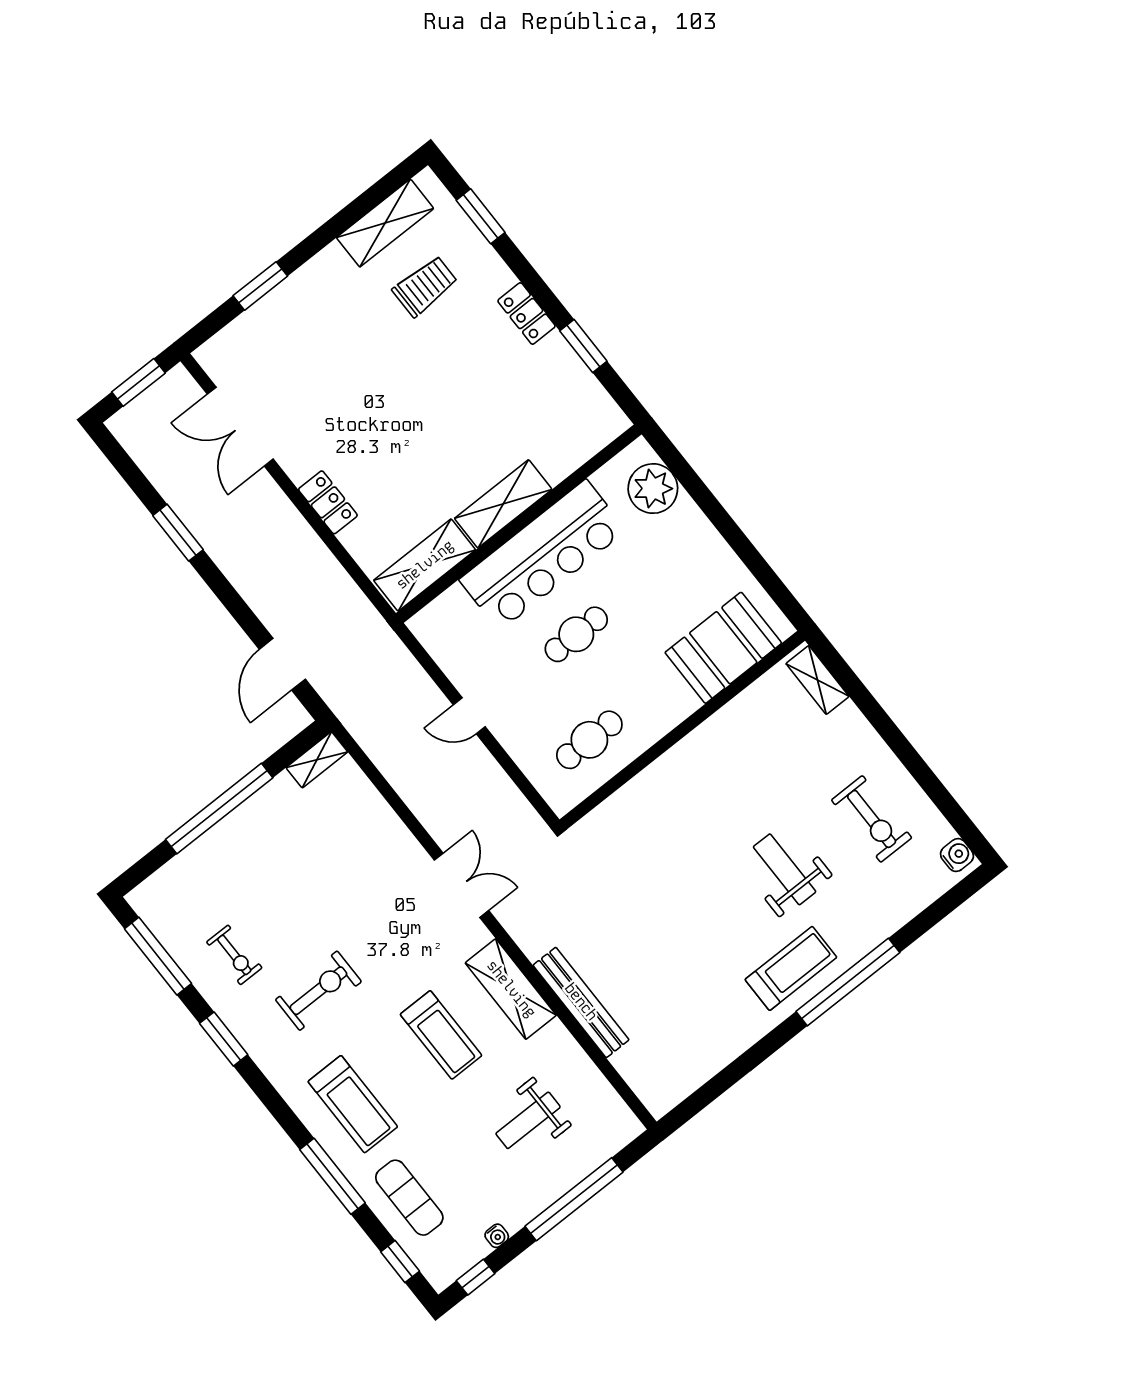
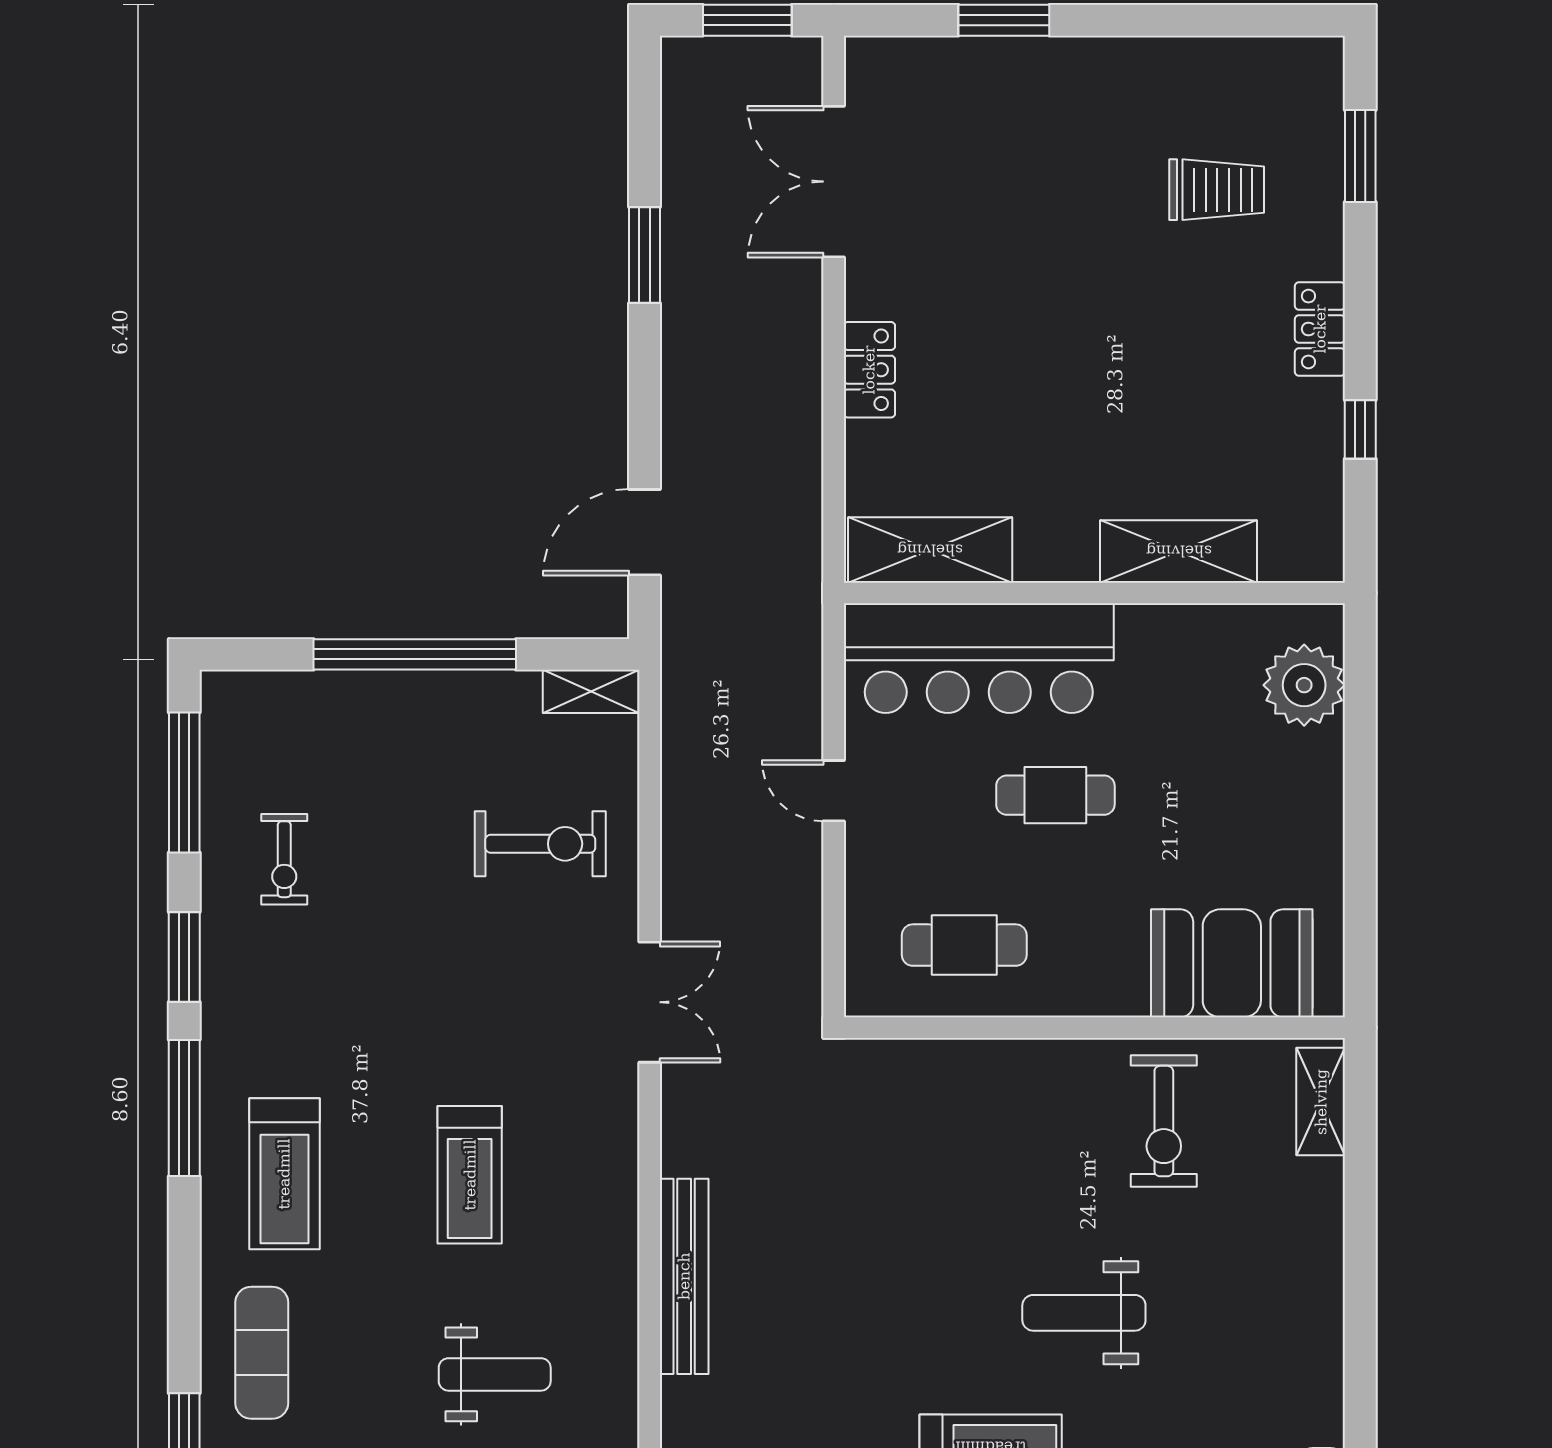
shelving: (385, 223) -> (1230, 67), removed
window: (583, 346) -> (1360, 429), width x0.67
shelving: (503, 504) -> (1179, 551), moved
bar counter: (543, 555) -> (979, 658), moved
exercise bike: (872, 819) -> (1164, 1121), moved
weight bench: (785, 869) -> (1084, 1313), turned -90
shelving: (511, 989) -> (607, 1187), removed
exercise bike: (318, 991) -> (540, 844), moved
weight bench: (528, 1120) -> (495, 1374), turned 180
window: (332, 1176) -> (184, 1108), moved

